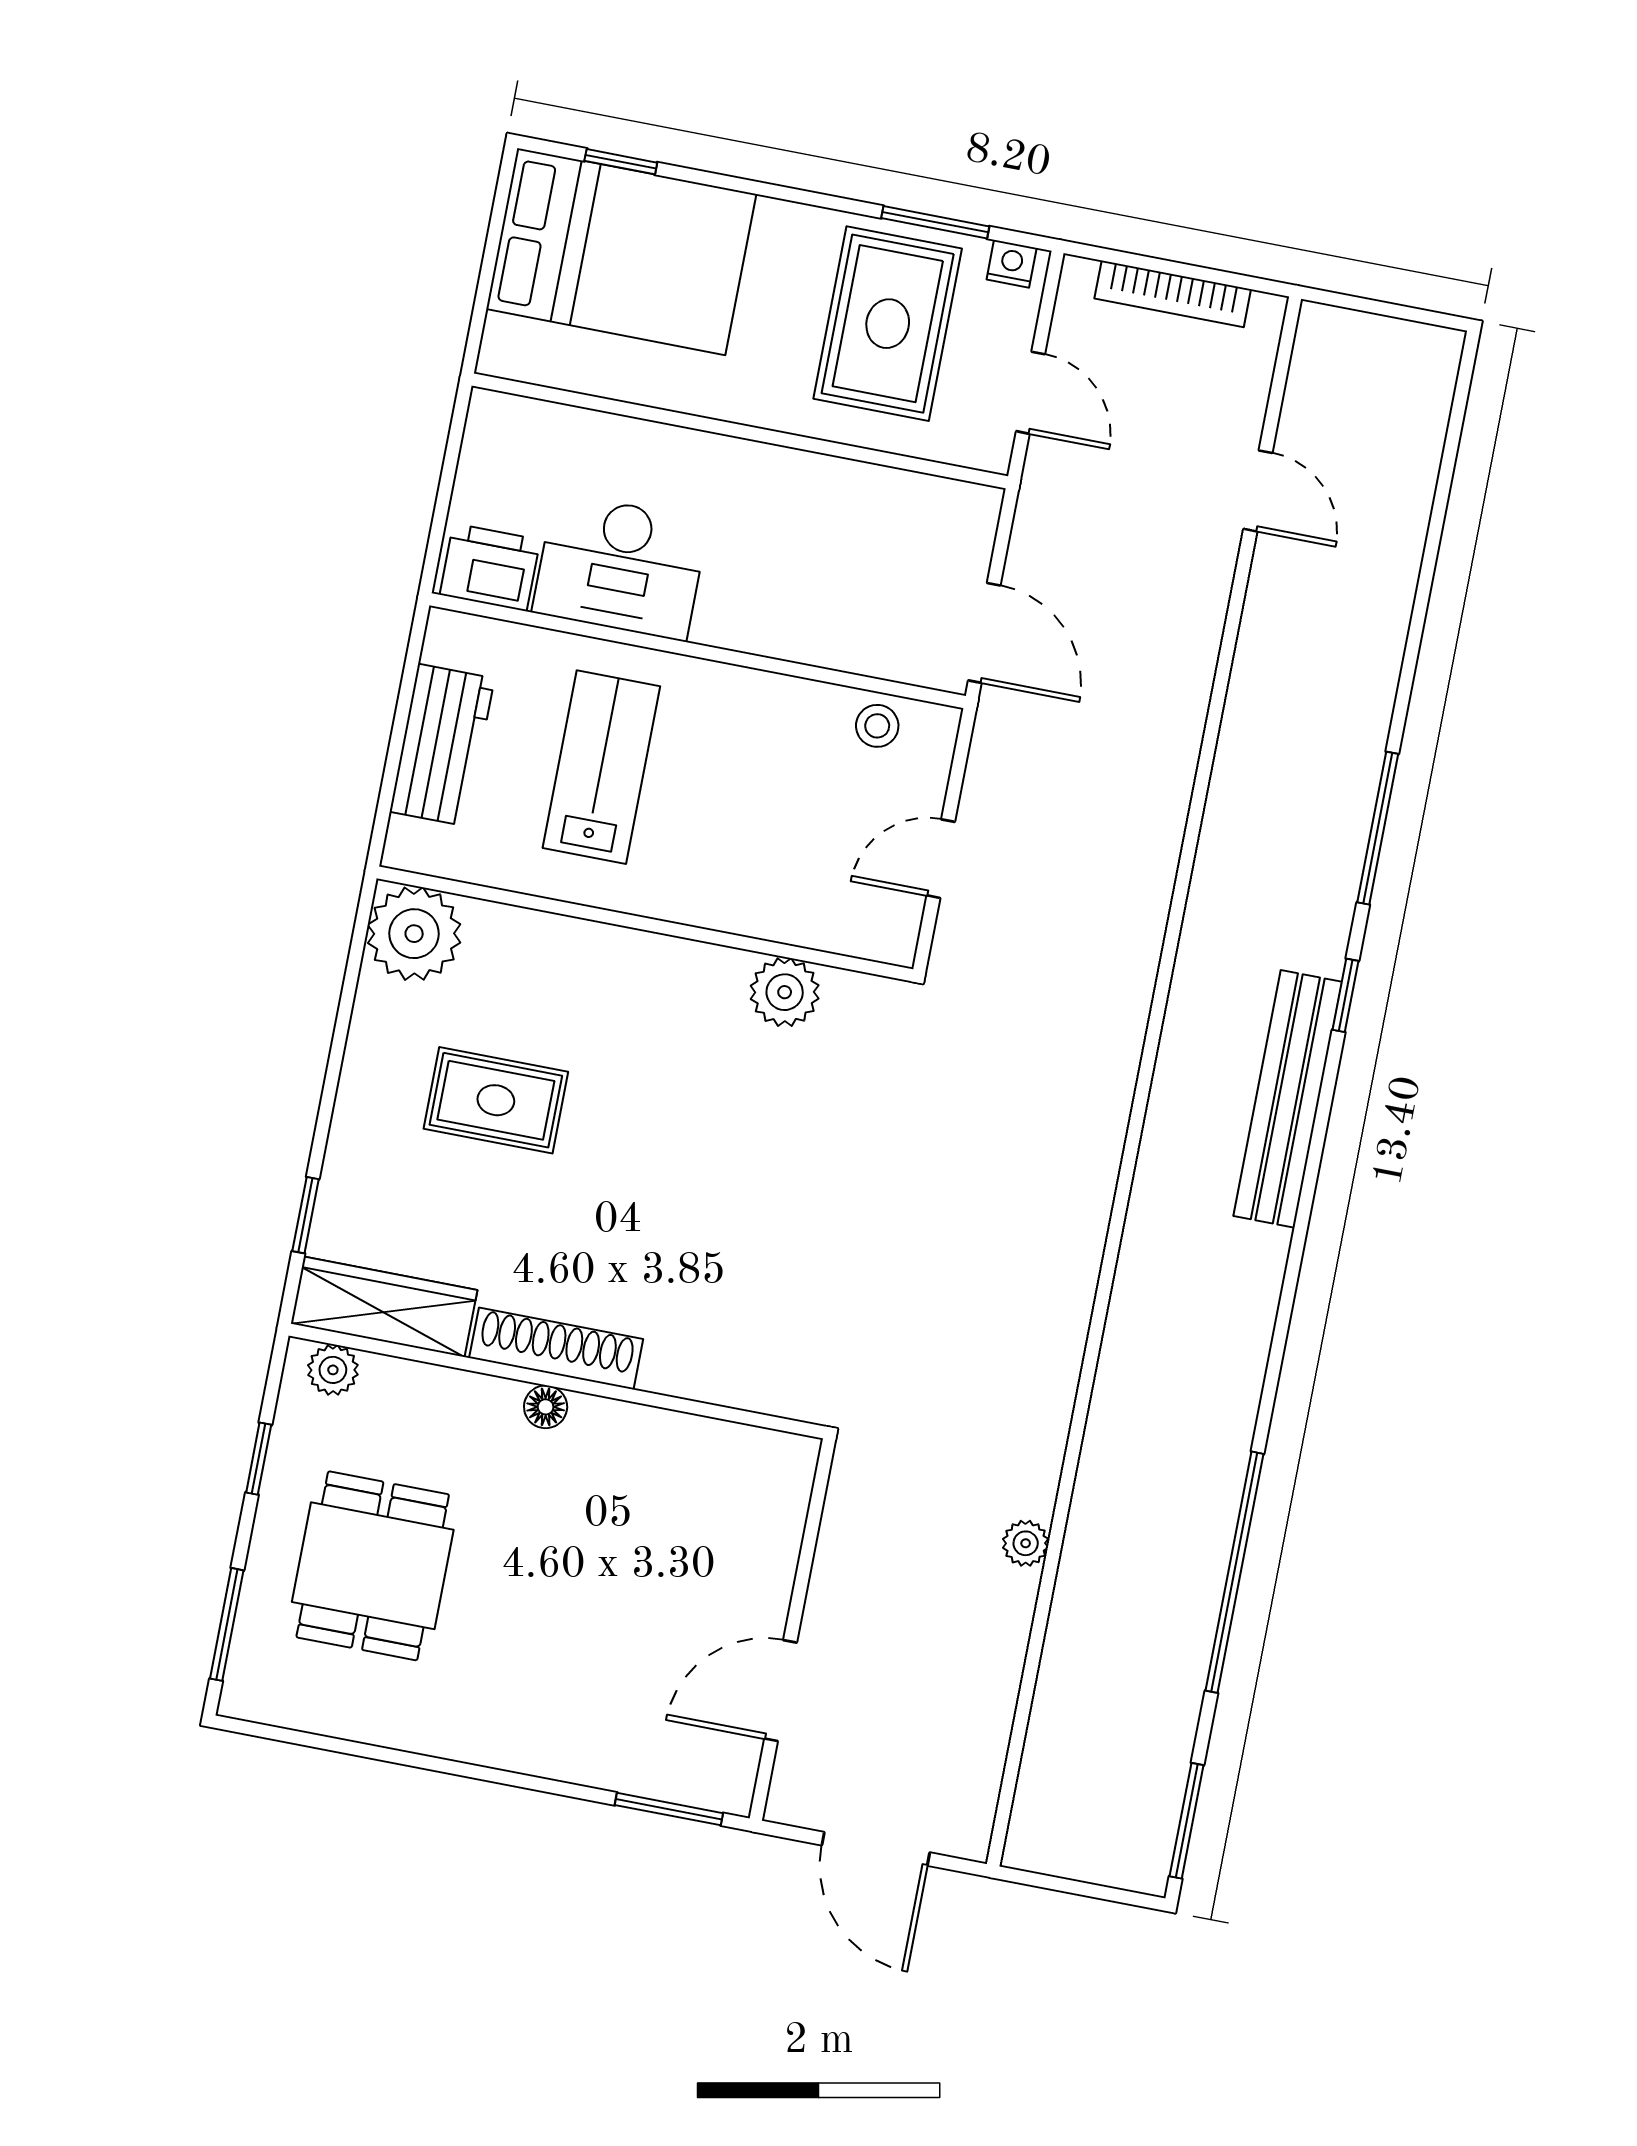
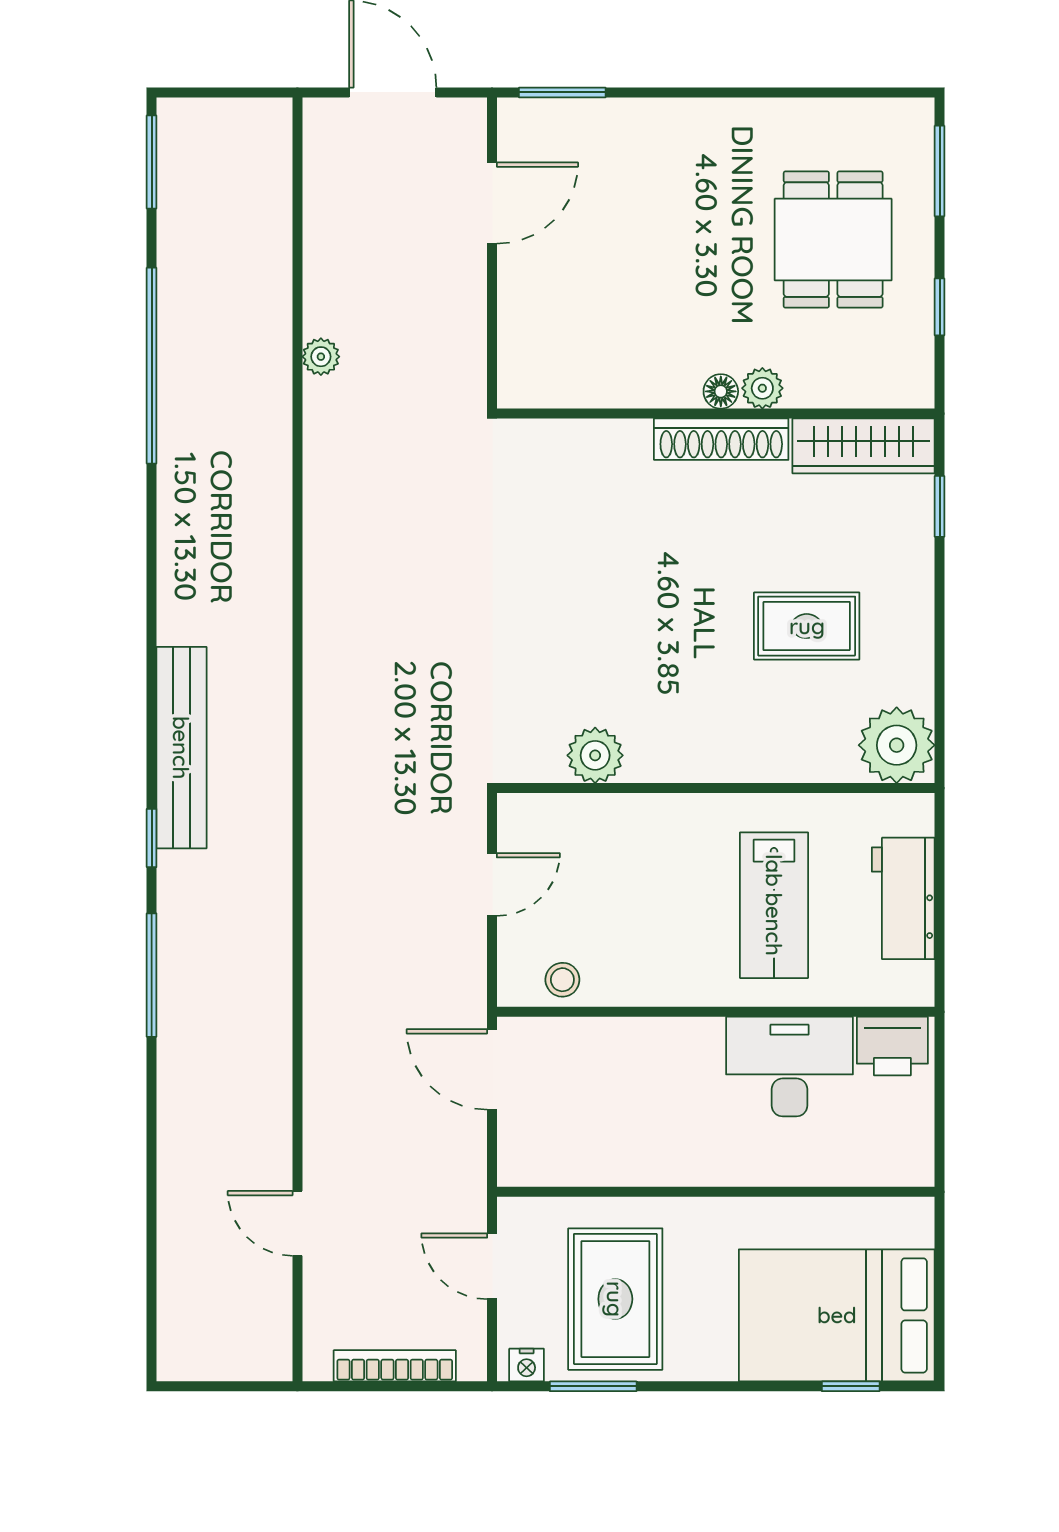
plant: (333, 1370) -> (762, 388), moved

